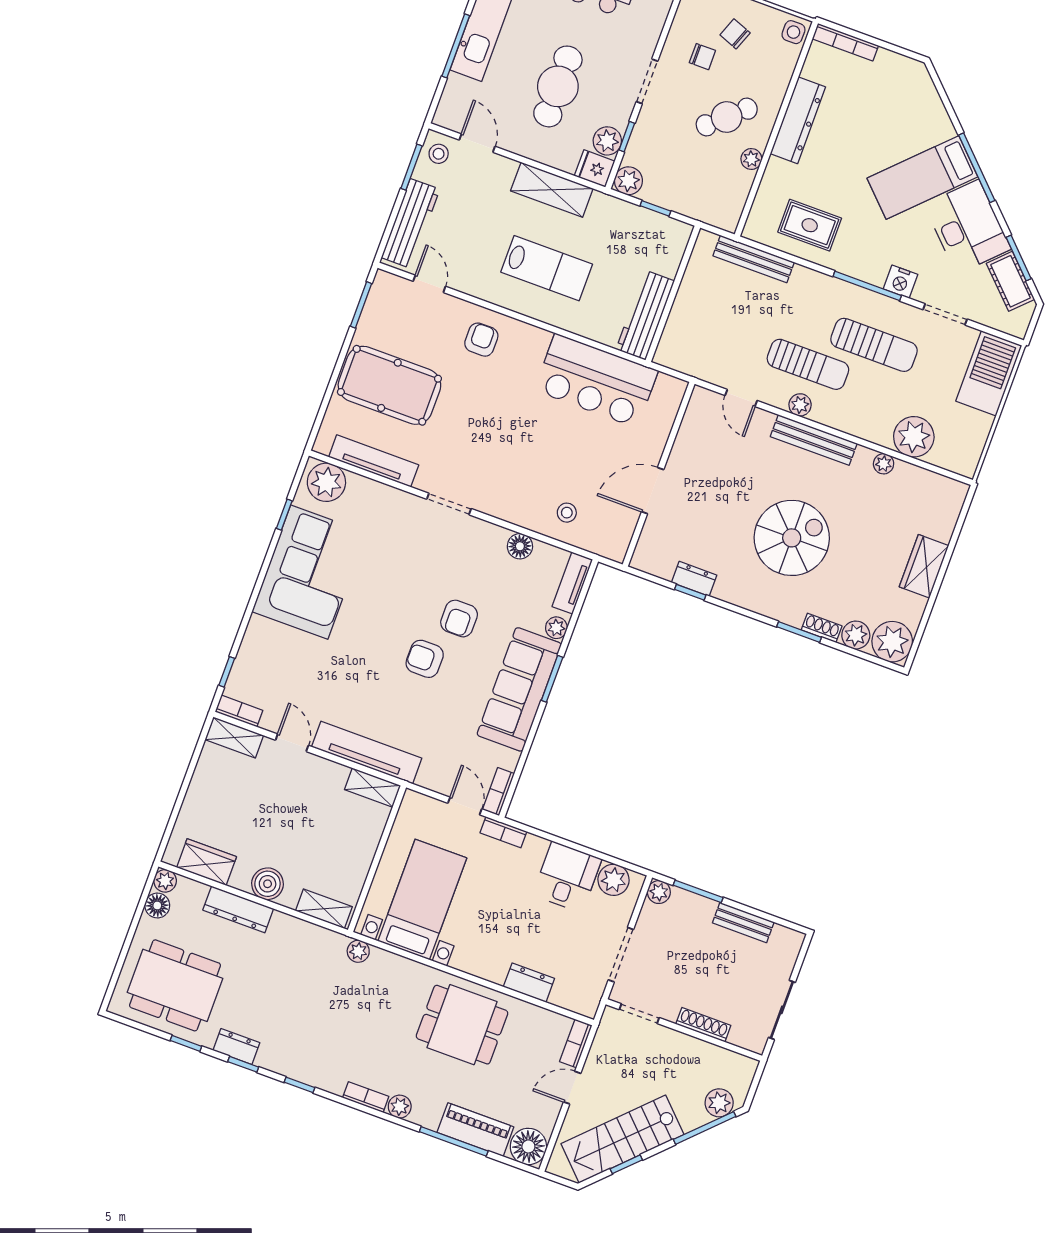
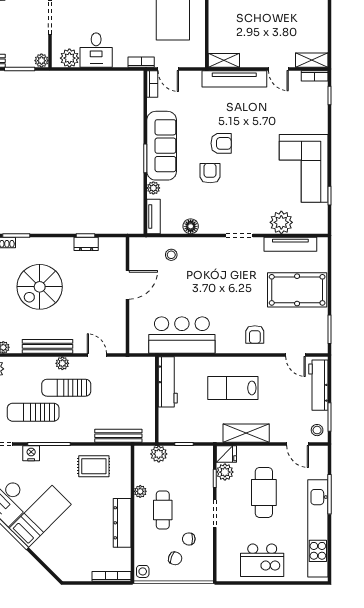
cafe table: (727, 117) -> (163, 510), turned -48
plant: (628, 181) -> (159, 454), moved
plant: (326, 482) -> (281, 222), moved

